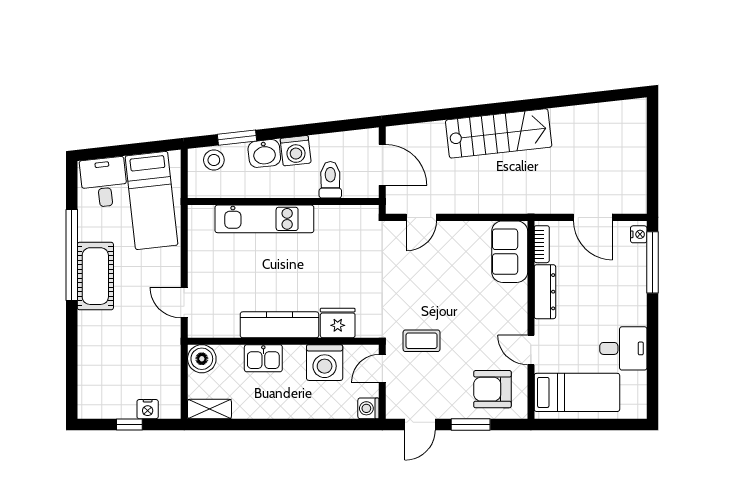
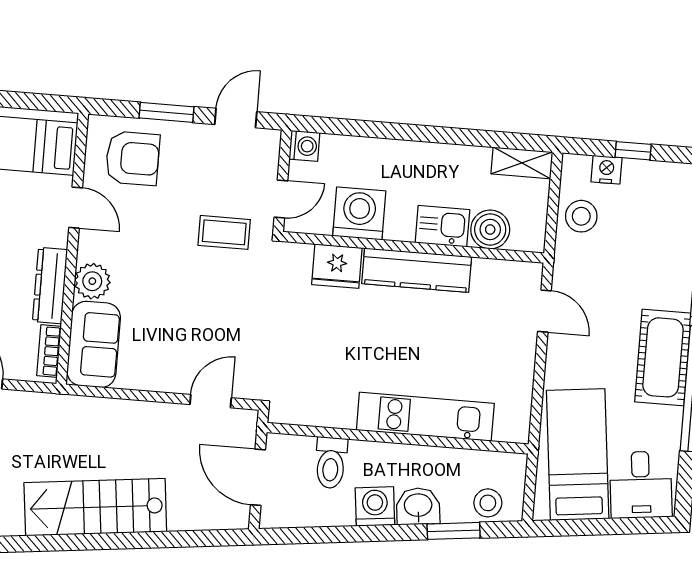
plant: (514, 297) -> (92, 281), added
boiler: (202, 359) -> (490, 229), moved
stool: (163, 374) -> (581, 216), added

